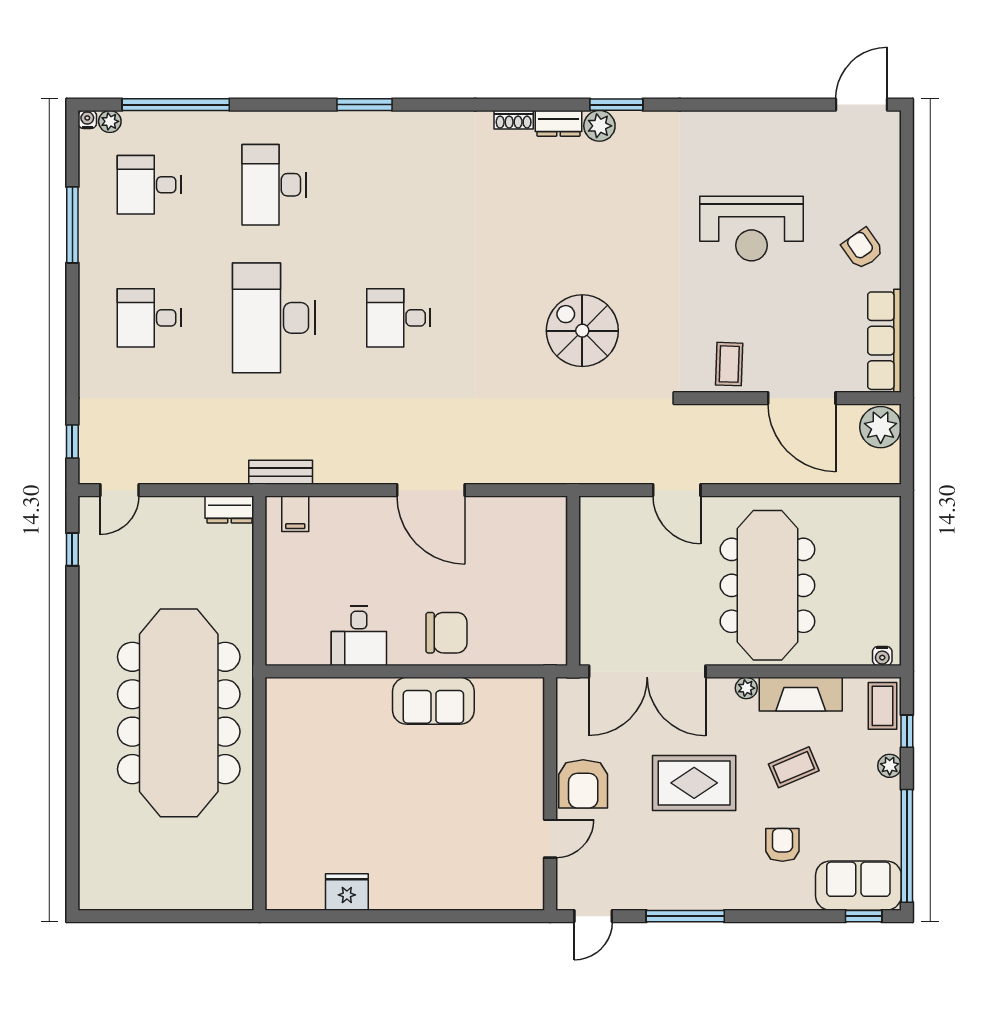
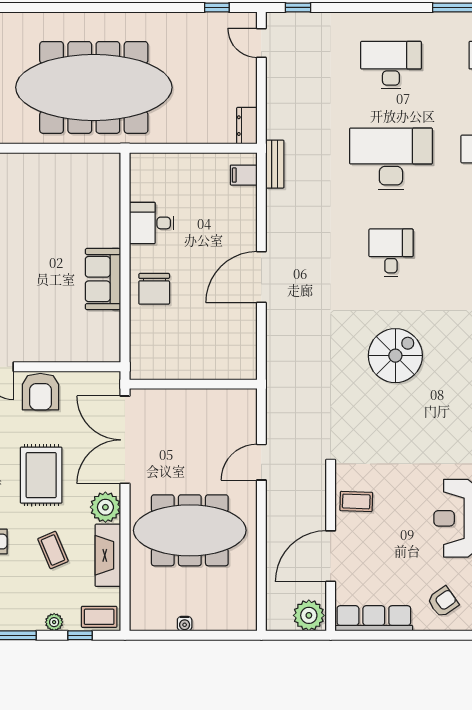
desk: (149, 318) -> (391, 65), width x1.37
spiral stairs: (582, 331) -> (395, 356), moved
water cooler: (882, 656) -> (185, 624), moved, turned -90
plant: (746, 688) -> (105, 507), width x1.88, depth x1.88
armchair: (583, 784) -> (40, 392), turned -90

